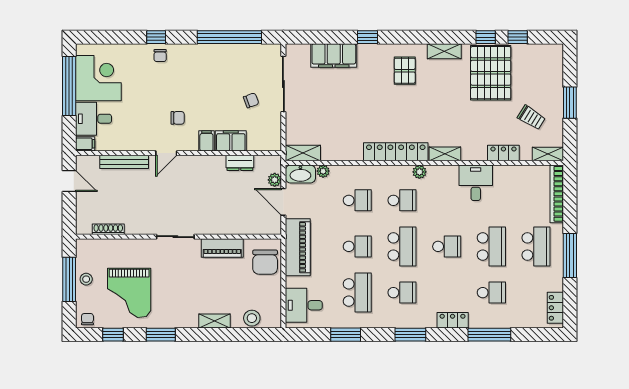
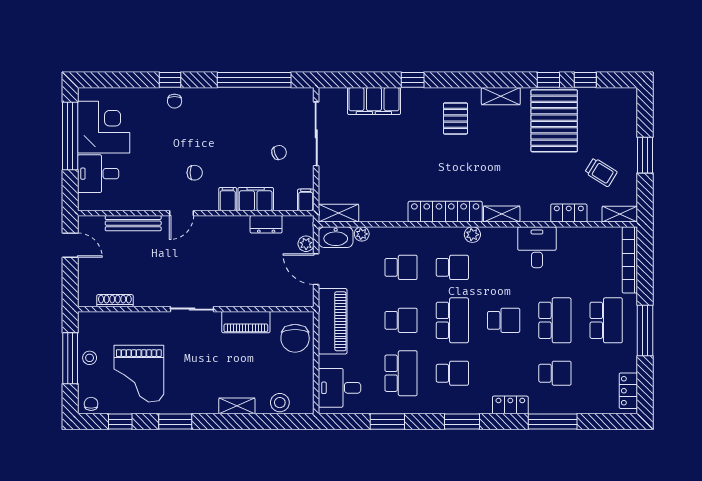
filing cabinet: (85, 144) -> (306, 200), moved, turned -90

